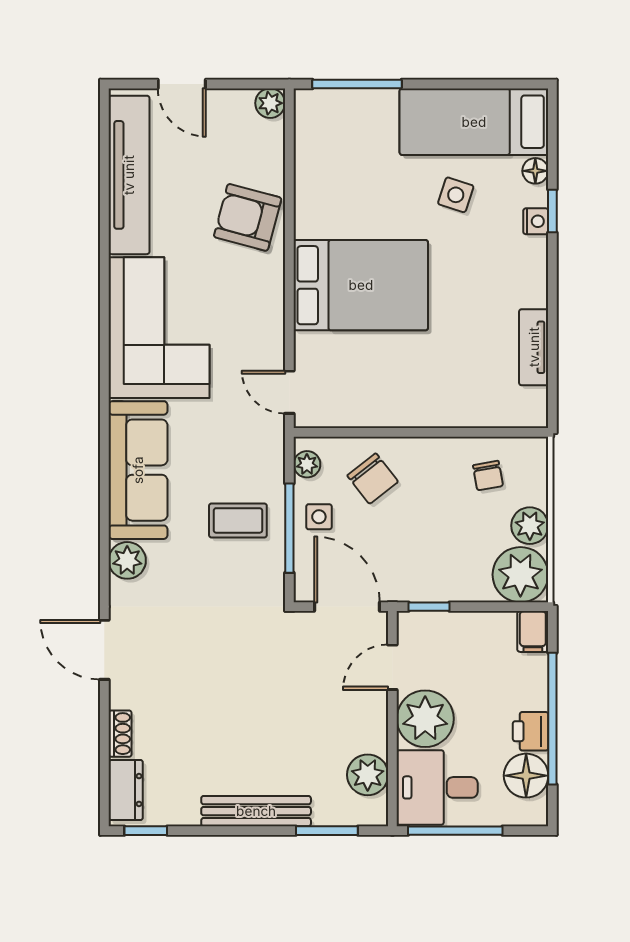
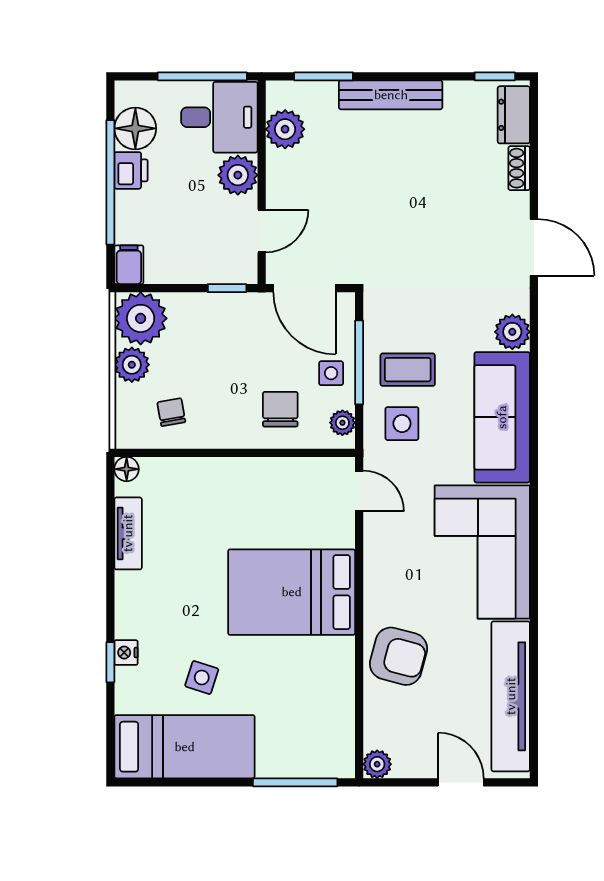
floor lamp: (535, 171) -> (127, 469), moved
side table: (244, 463) -> (402, 424), added
chair: (373, 479) -> (280, 409), turned 38
plant: (425, 719) -> (238, 175), width x0.73, depth x0.73

